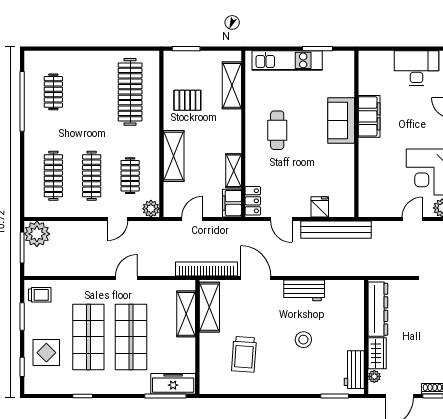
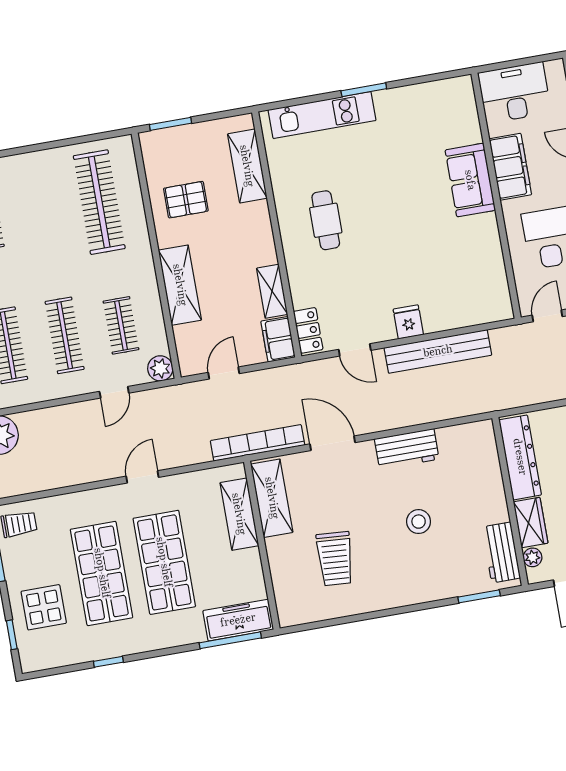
filing cabinet: (369, 116) -> (510, 167), moved
sofa: (341, 120) -> (470, 180), moved
wall: (356, 134) -> (496, 196), moved

